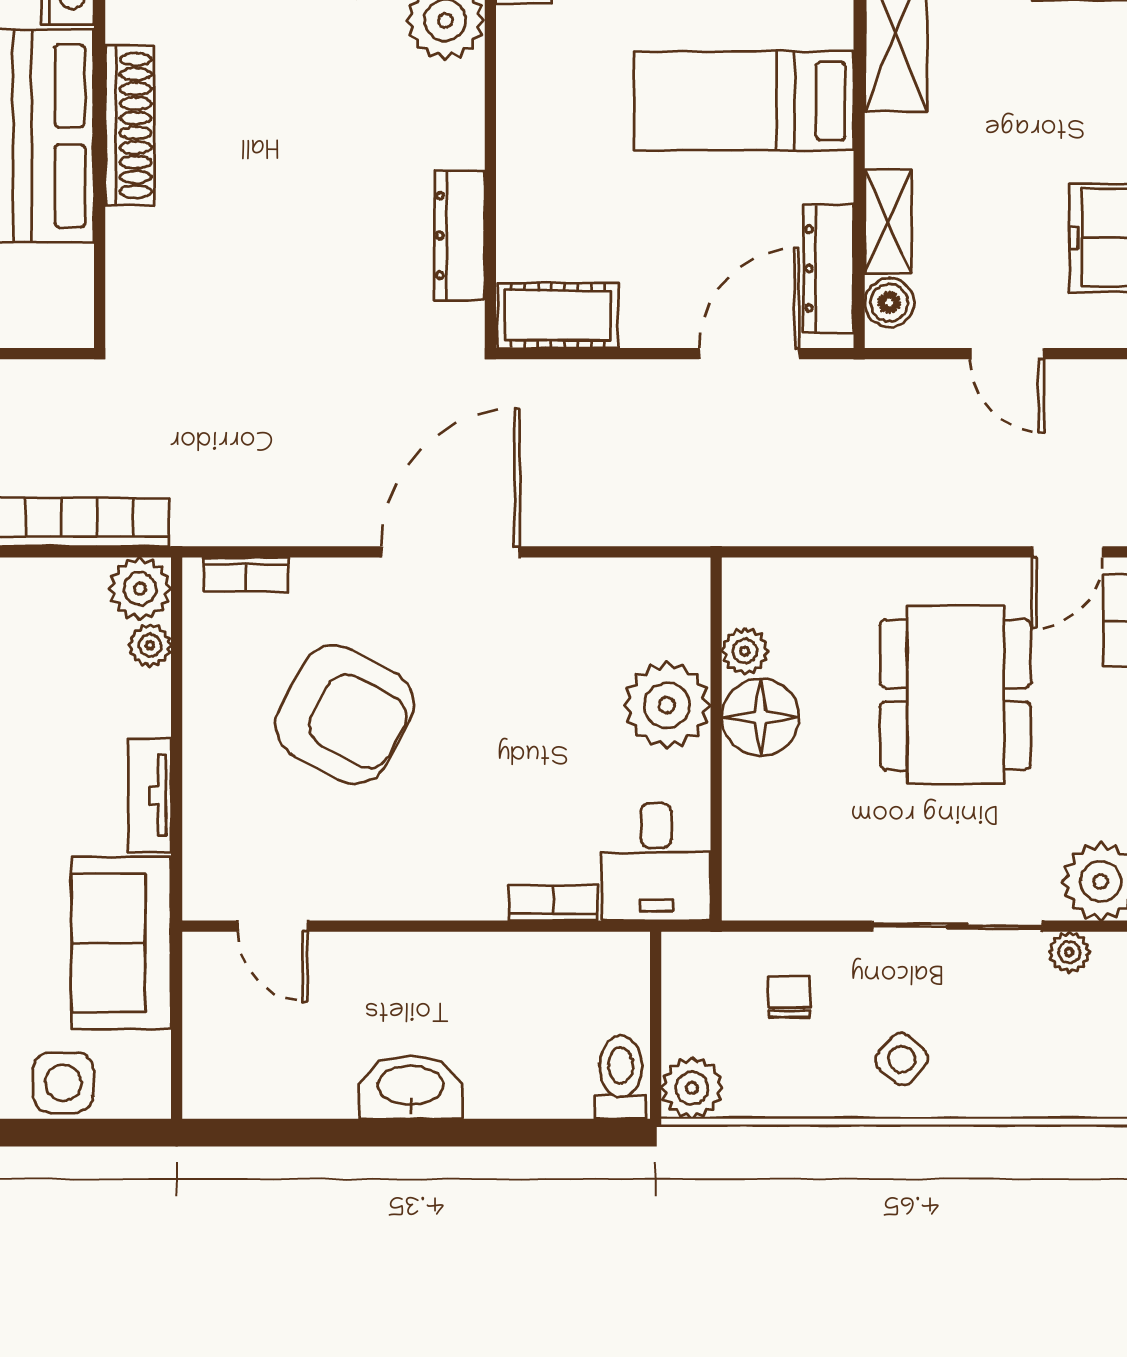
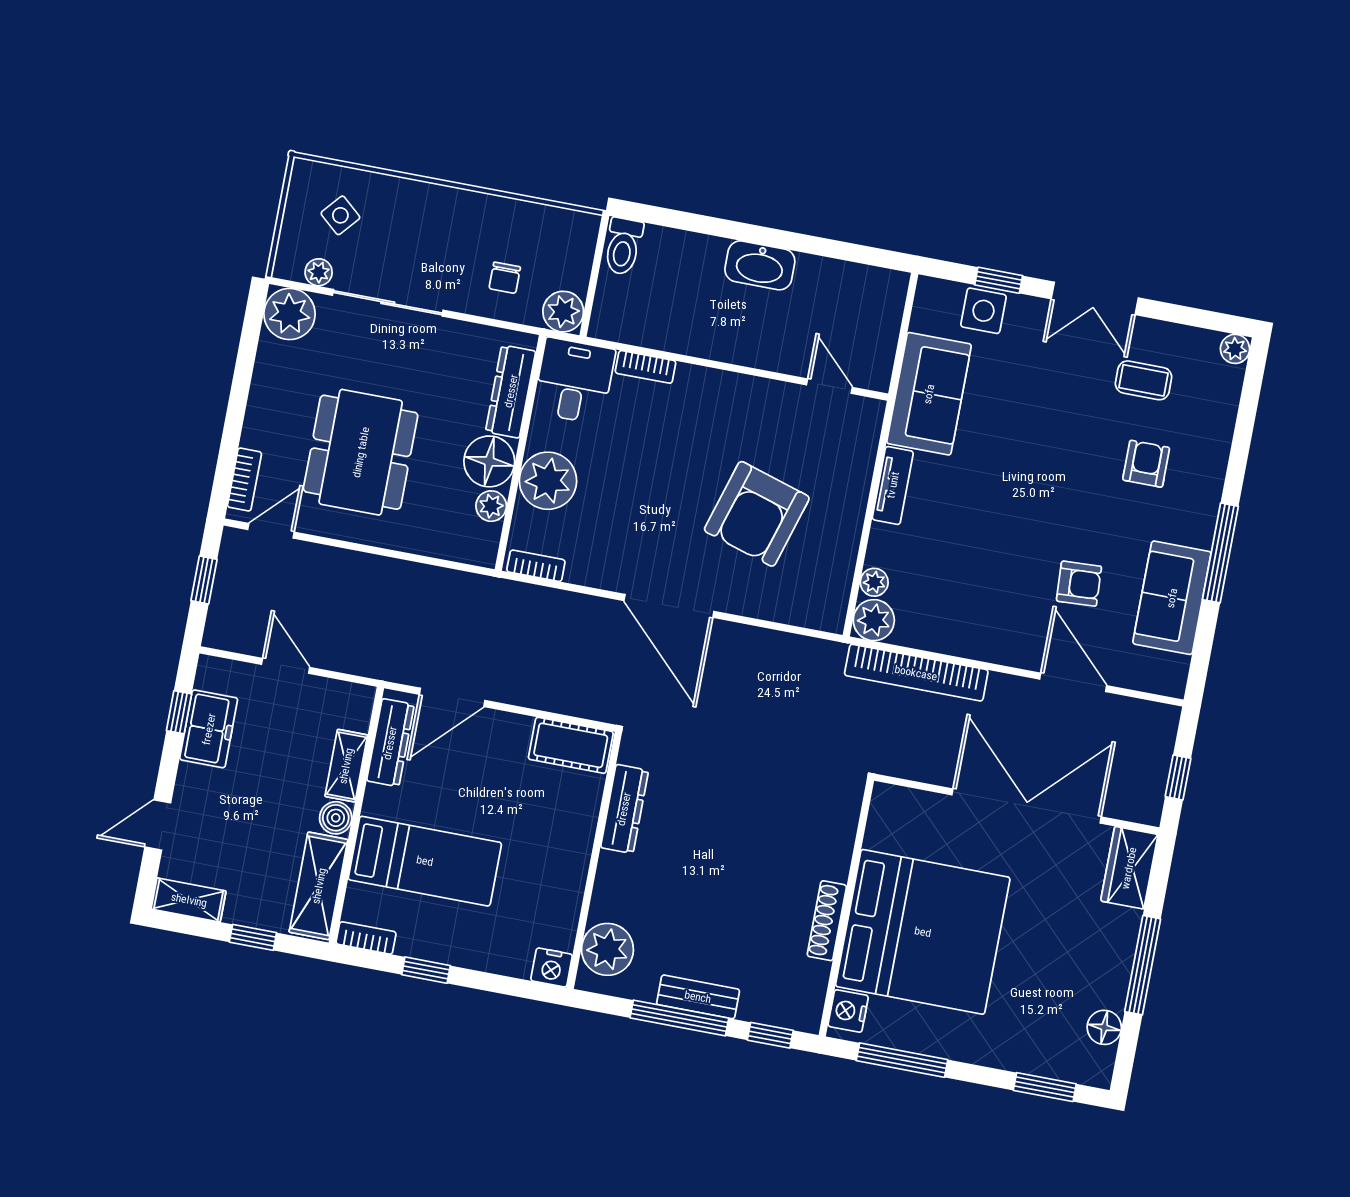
shoe rack: (130, 125) -> (827, 921), width x0.74, depth x0.81
boiler: (889, 303) -> (336, 818), moved
door: (450, 552) -> (669, 606), hinge flipped
bookcase: (246, 574) -> (536, 566), moved
armchair: (345, 715) -> (757, 514), turned -101
dresser: (748, 828) -> (511, 391), added
side table: (902, 1059) -> (340, 215), moved
plant: (692, 1088) -> (563, 312), moved
window: (49, 1133) -> (999, 280), added

